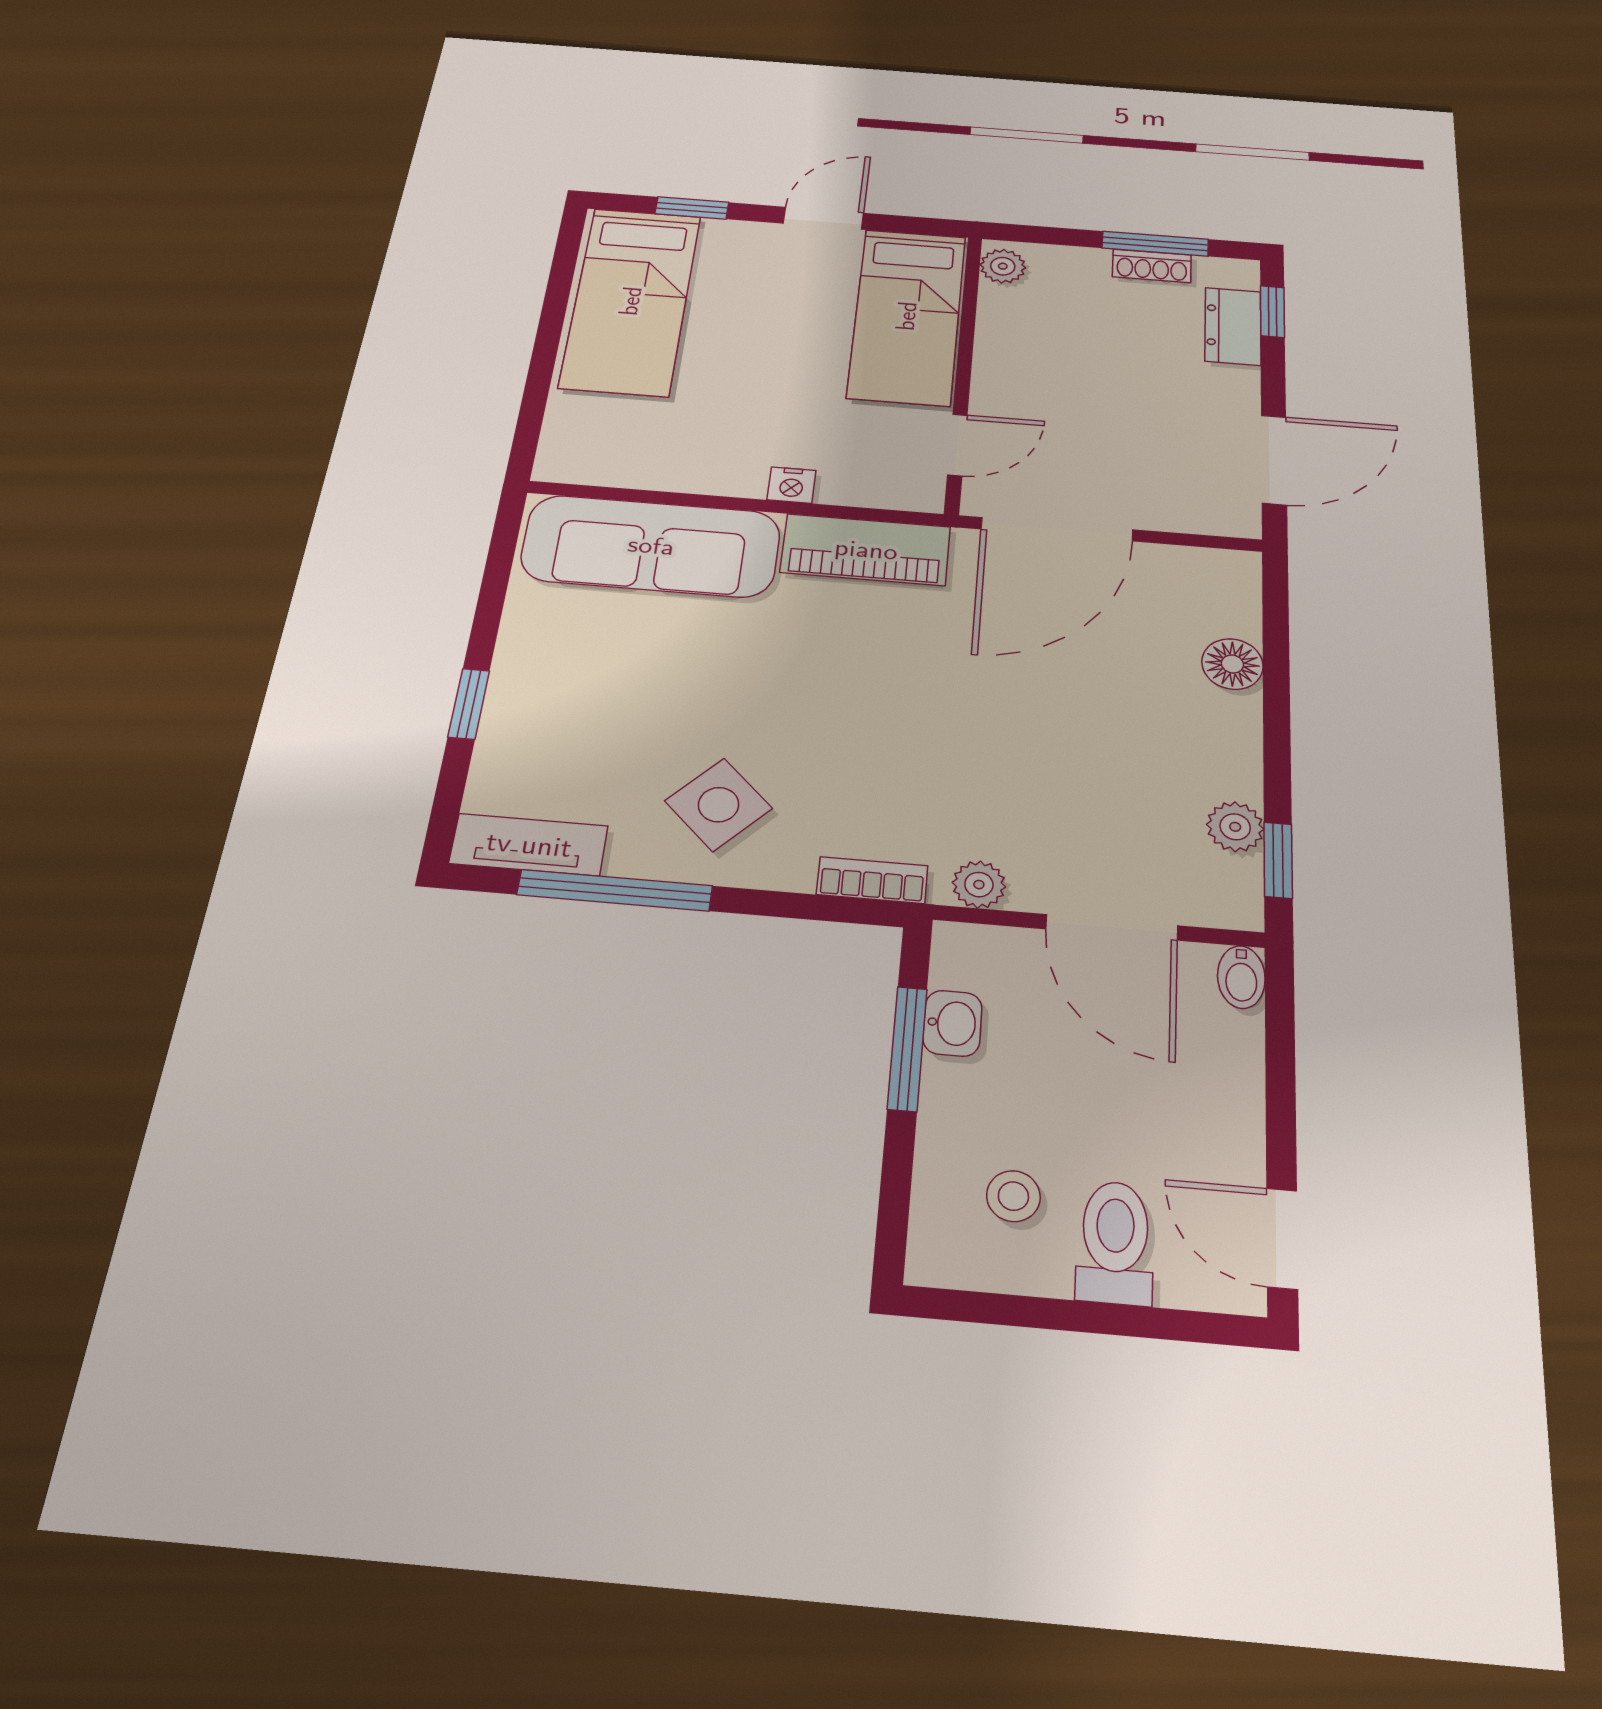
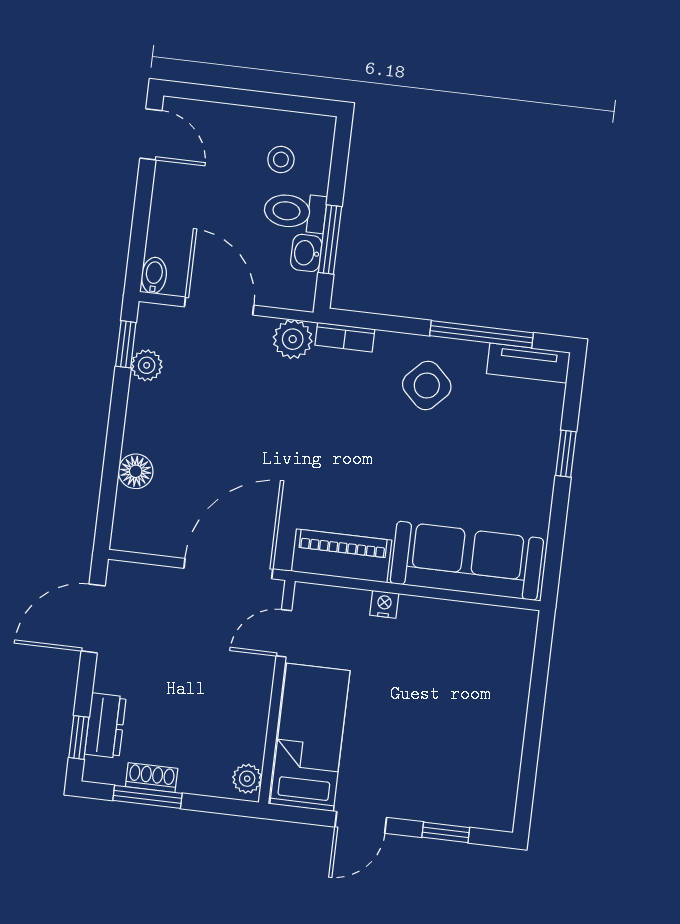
bed: (631, 301) -> (483, 753), removed
plant: (979, 885) -> (293, 339), width x1.38, depth x1.38
toilet: (1115, 1242) -> (295, 212), moved, turned 90

